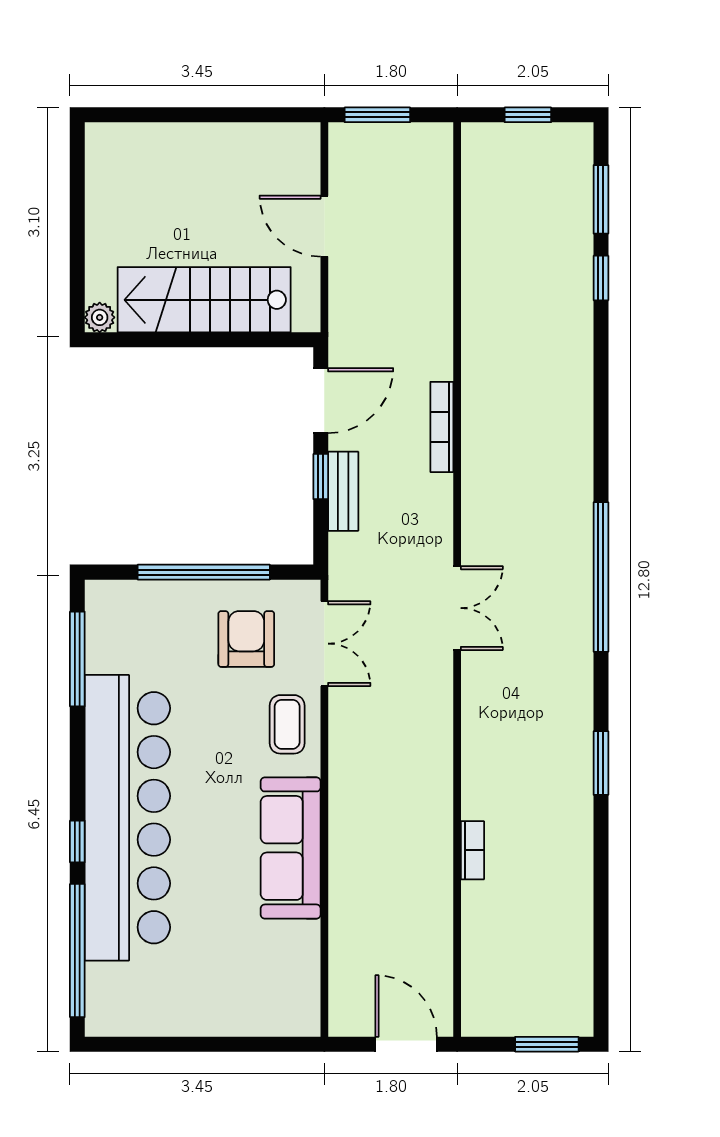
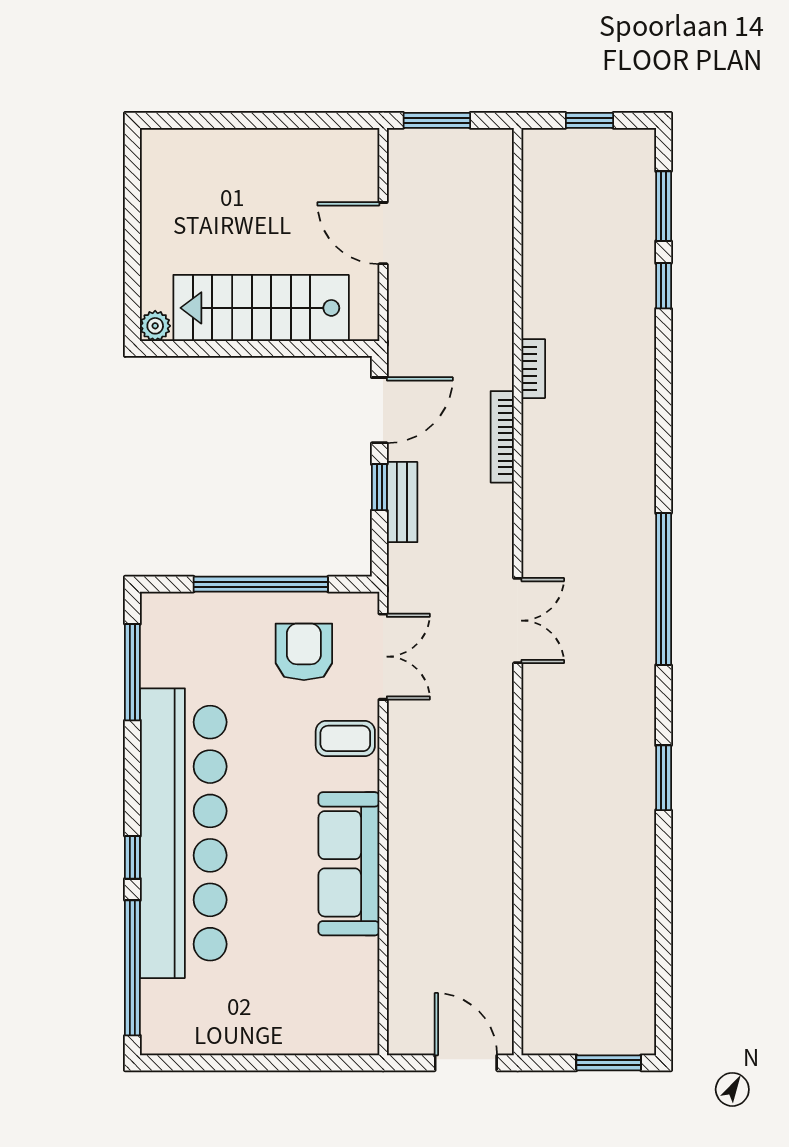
coffee table: (287, 724) -> (345, 738), turned 90
bookcase: (472, 850) -> (533, 369), moved

